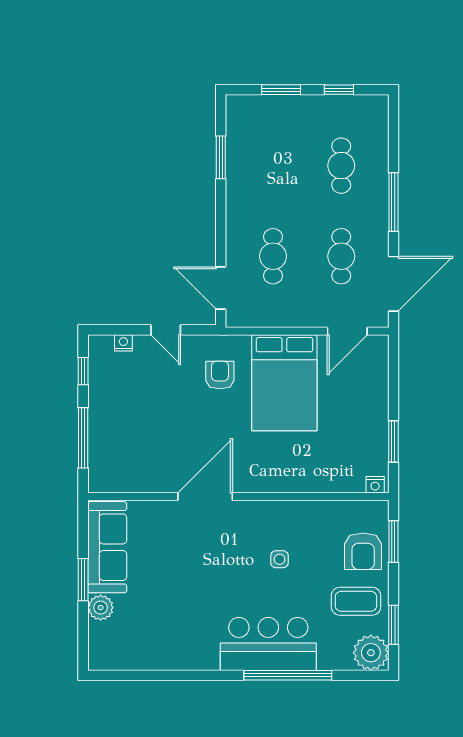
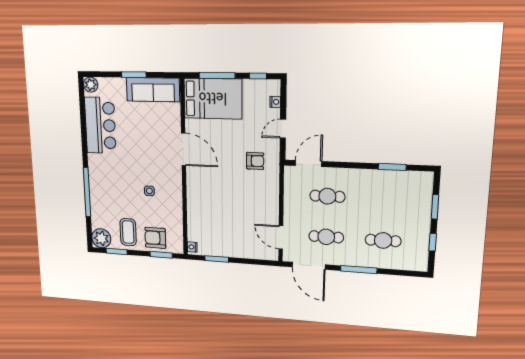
bed: (284, 383) -> (213, 99), moved, turned 180
plant: (101, 608) -> (91, 85), moved
bar counter: (268, 644) -> (100, 125), moved

